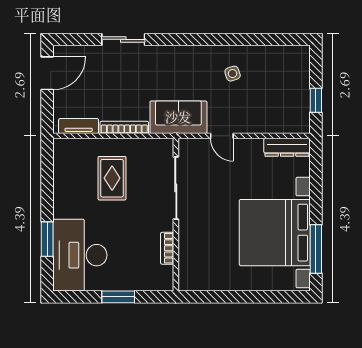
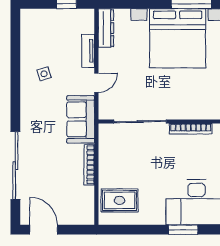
sliding door: (123, 39) -> (15, 166), width x1.86
tv unit: (79, 126) -> (88, 51), moved
rug: (112, 178) -> (120, 200), moved
bookcase: (167, 248) -> (191, 129), width x1.56

